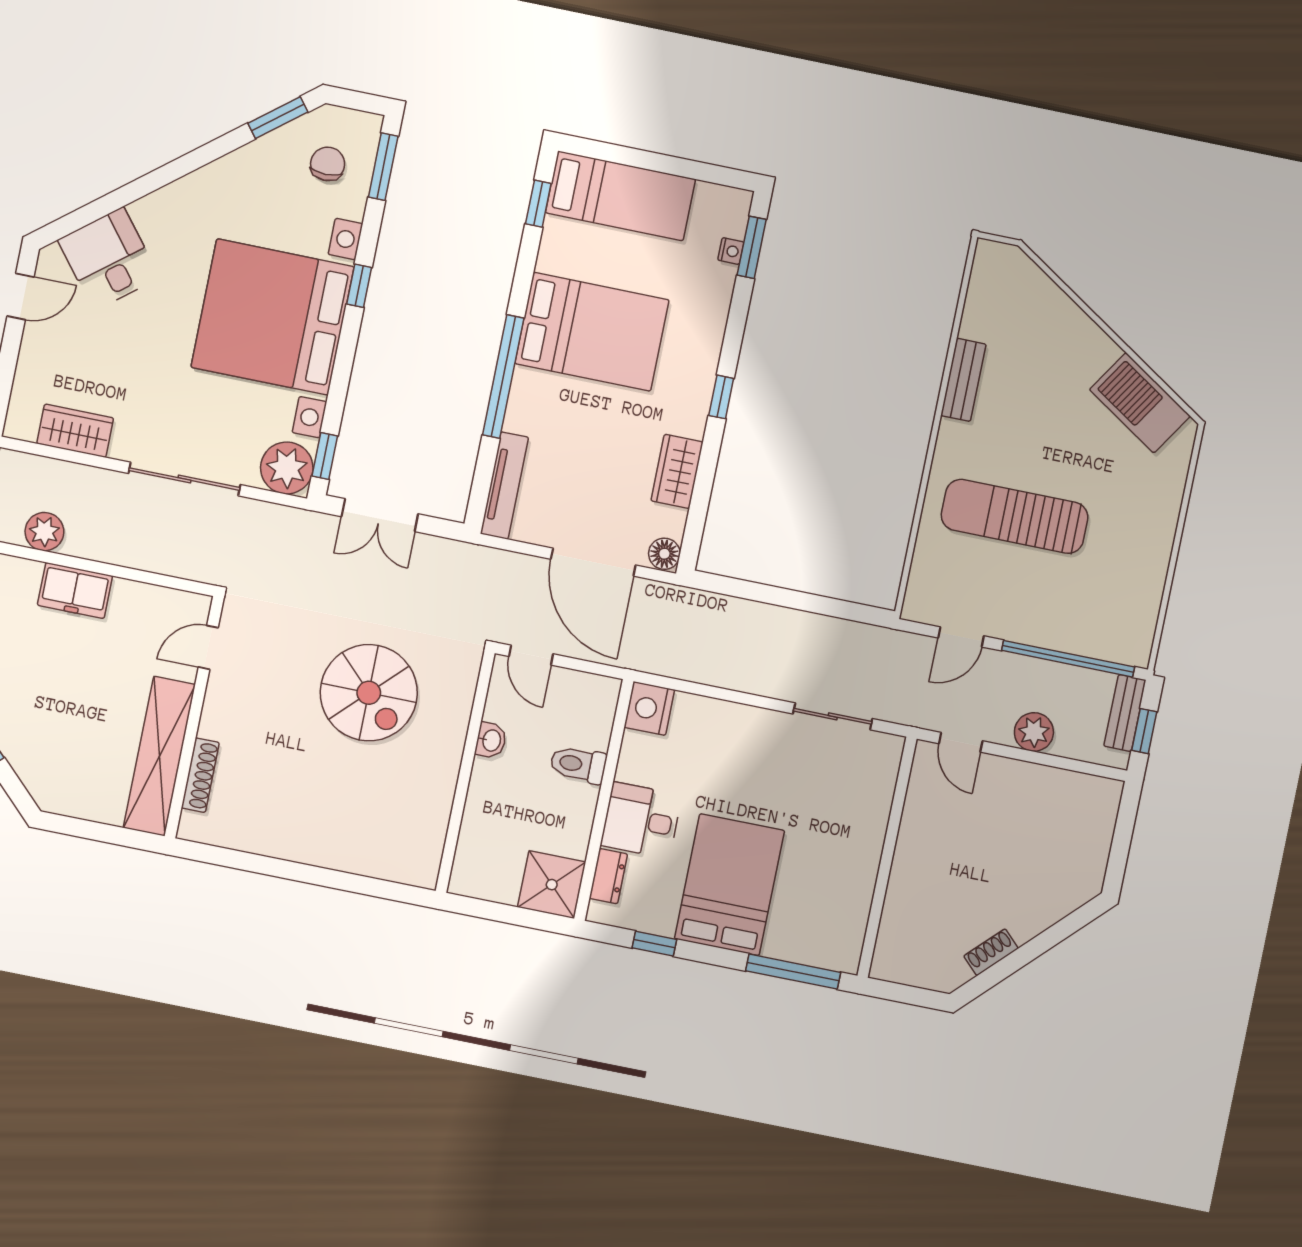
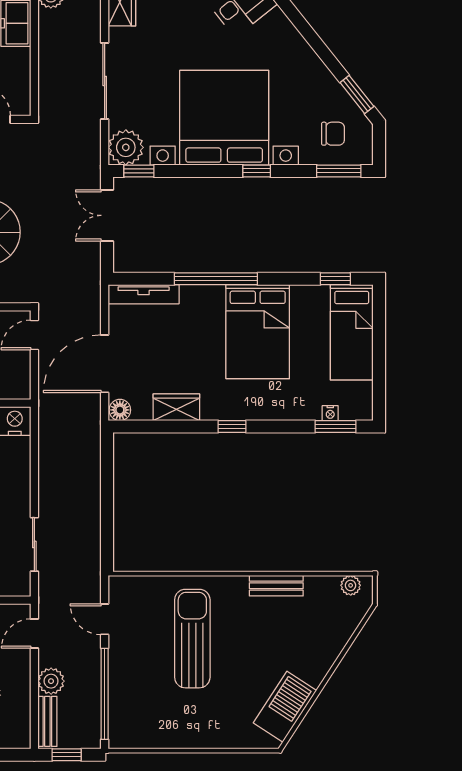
plant: (985, 273) -> (351, 585), added
bench: (1125, 713) -> (47, 721), moved, turned 90

